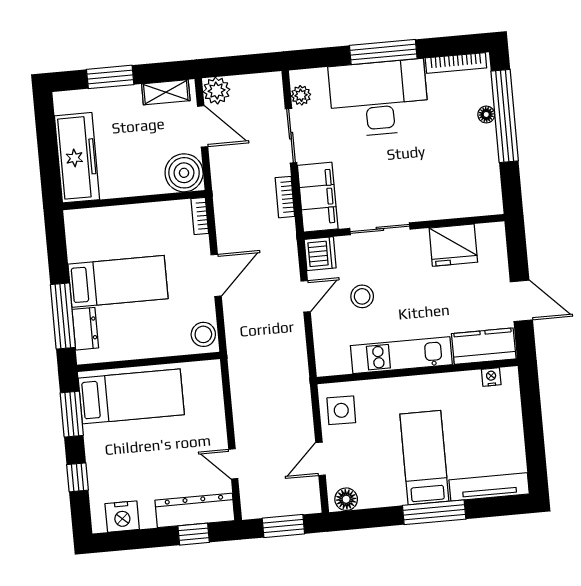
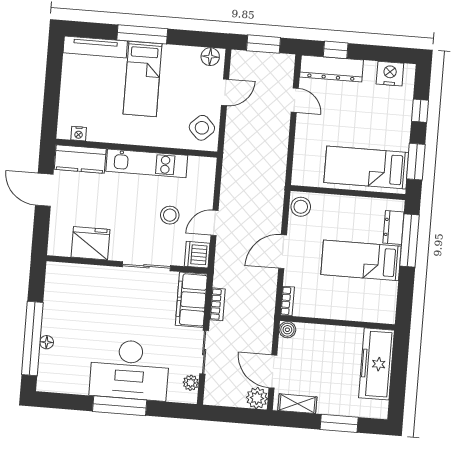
bookcase: (456, 63) -> (64, 387), removed
boiler: (184, 173) -> (287, 330), width x0.54, depth x0.54
side table: (341, 410) -> (202, 128), turned 45

